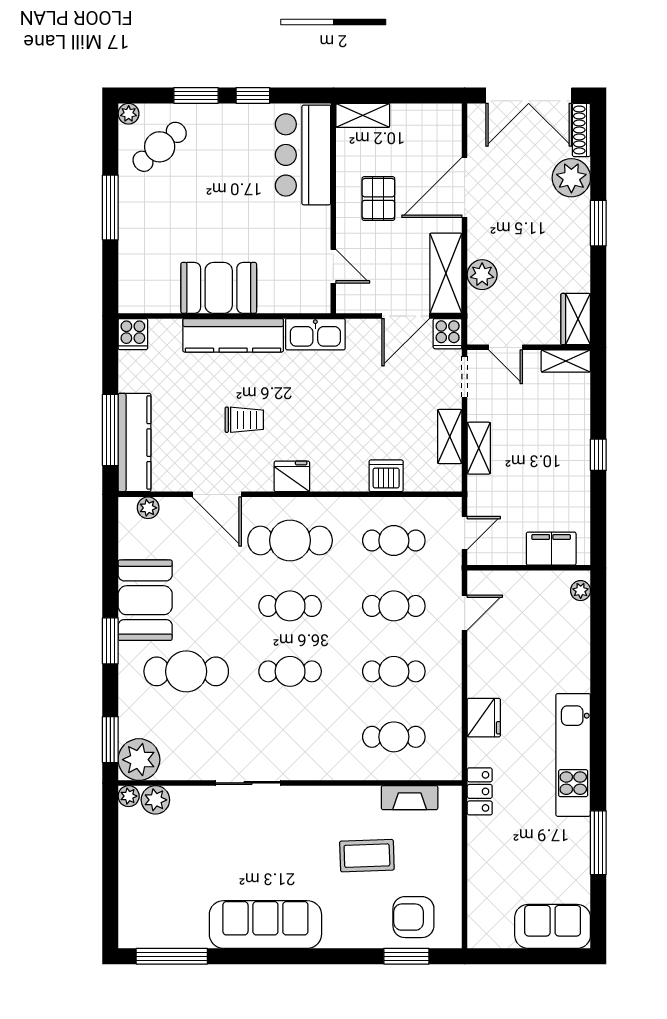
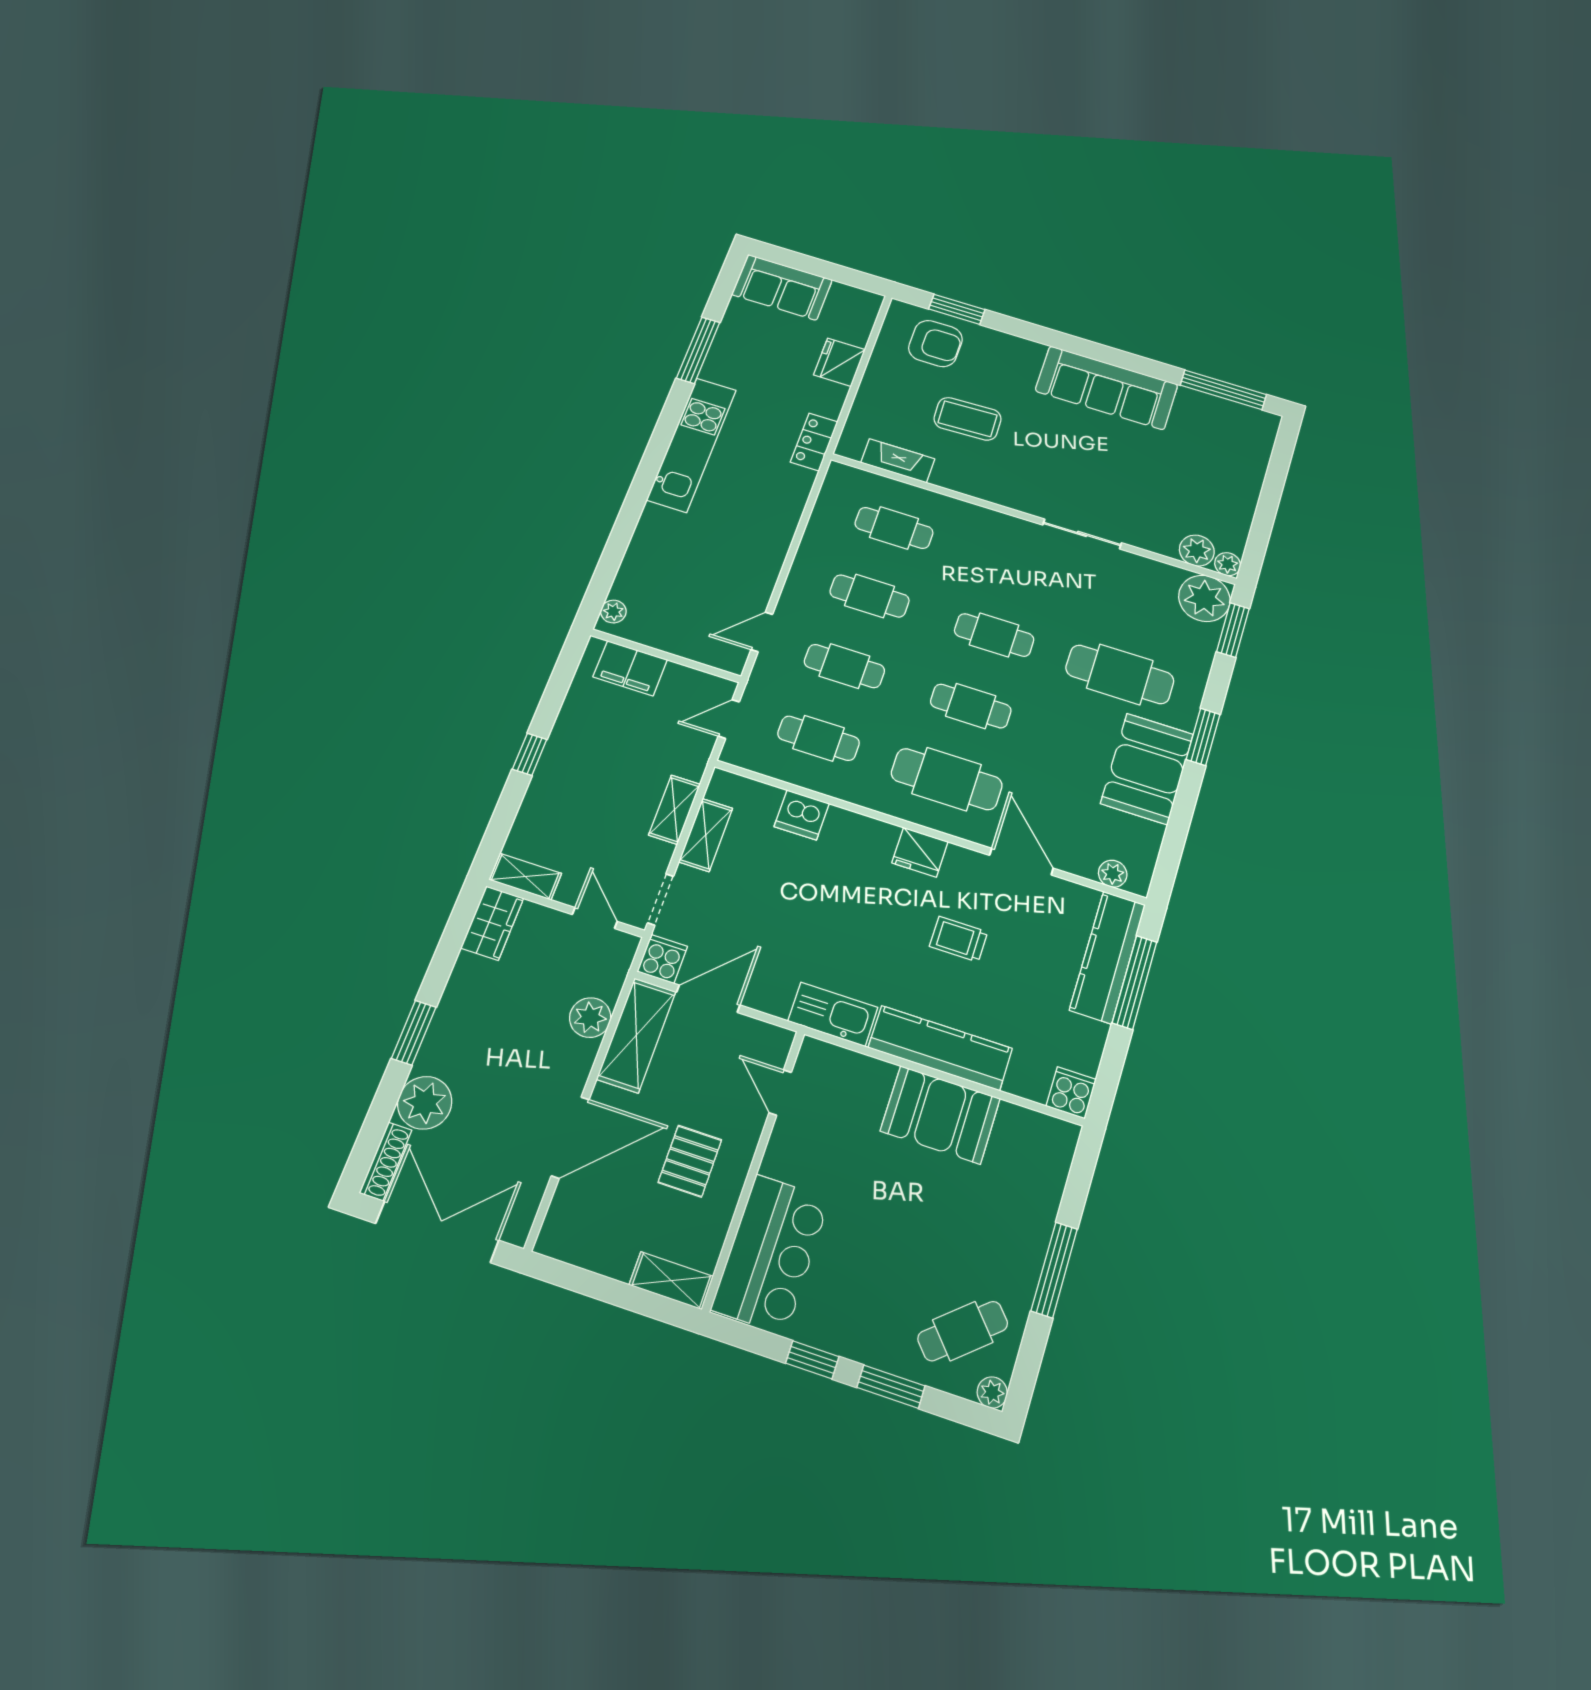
fridge: (484, 718) -> (839, 362), moved

